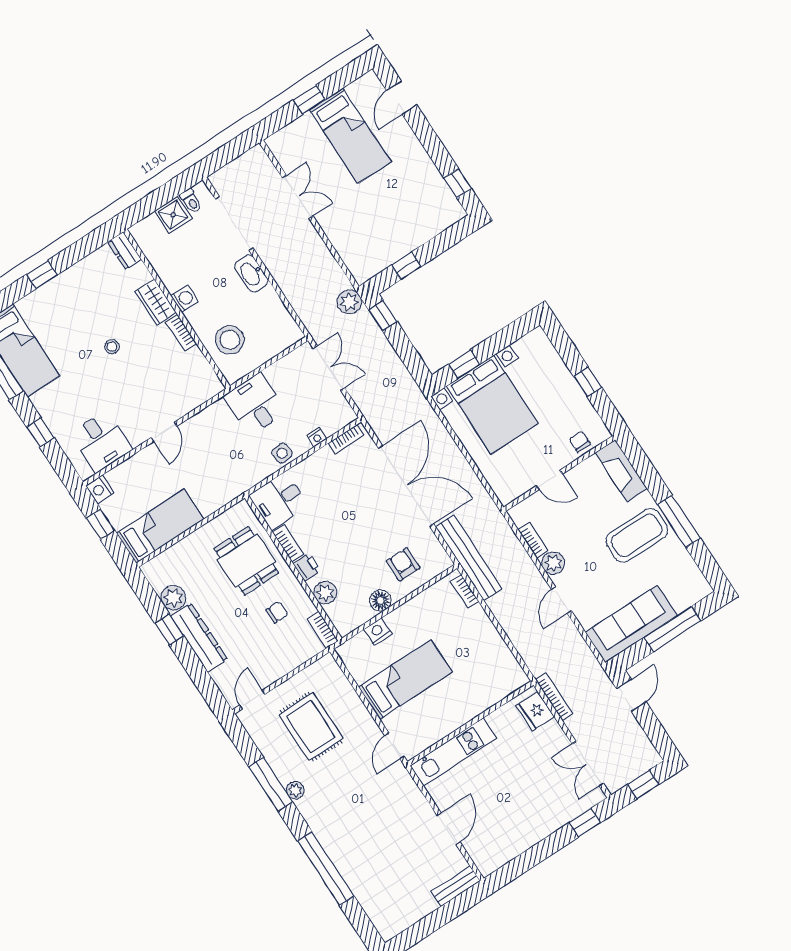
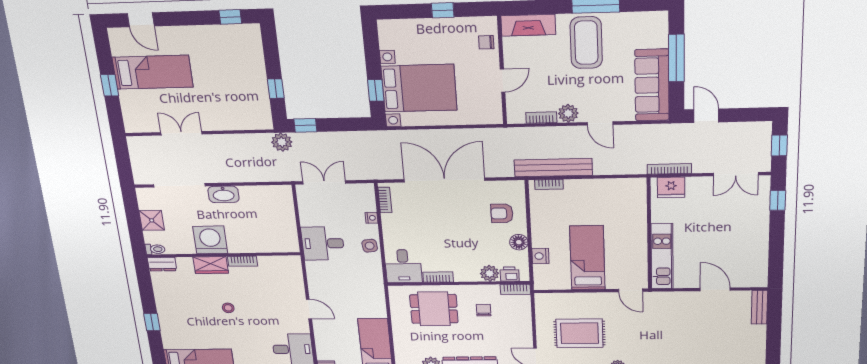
toilet: (191, 201) -> (155, 249), moved
washing machine: (184, 299) -> (210, 240), width x1.89, depth x1.89
stool: (230, 340) -> (265, 234), removed
bench: (469, 558) -> (553, 168), moved
printer: (307, 567) -> (510, 274), moved

